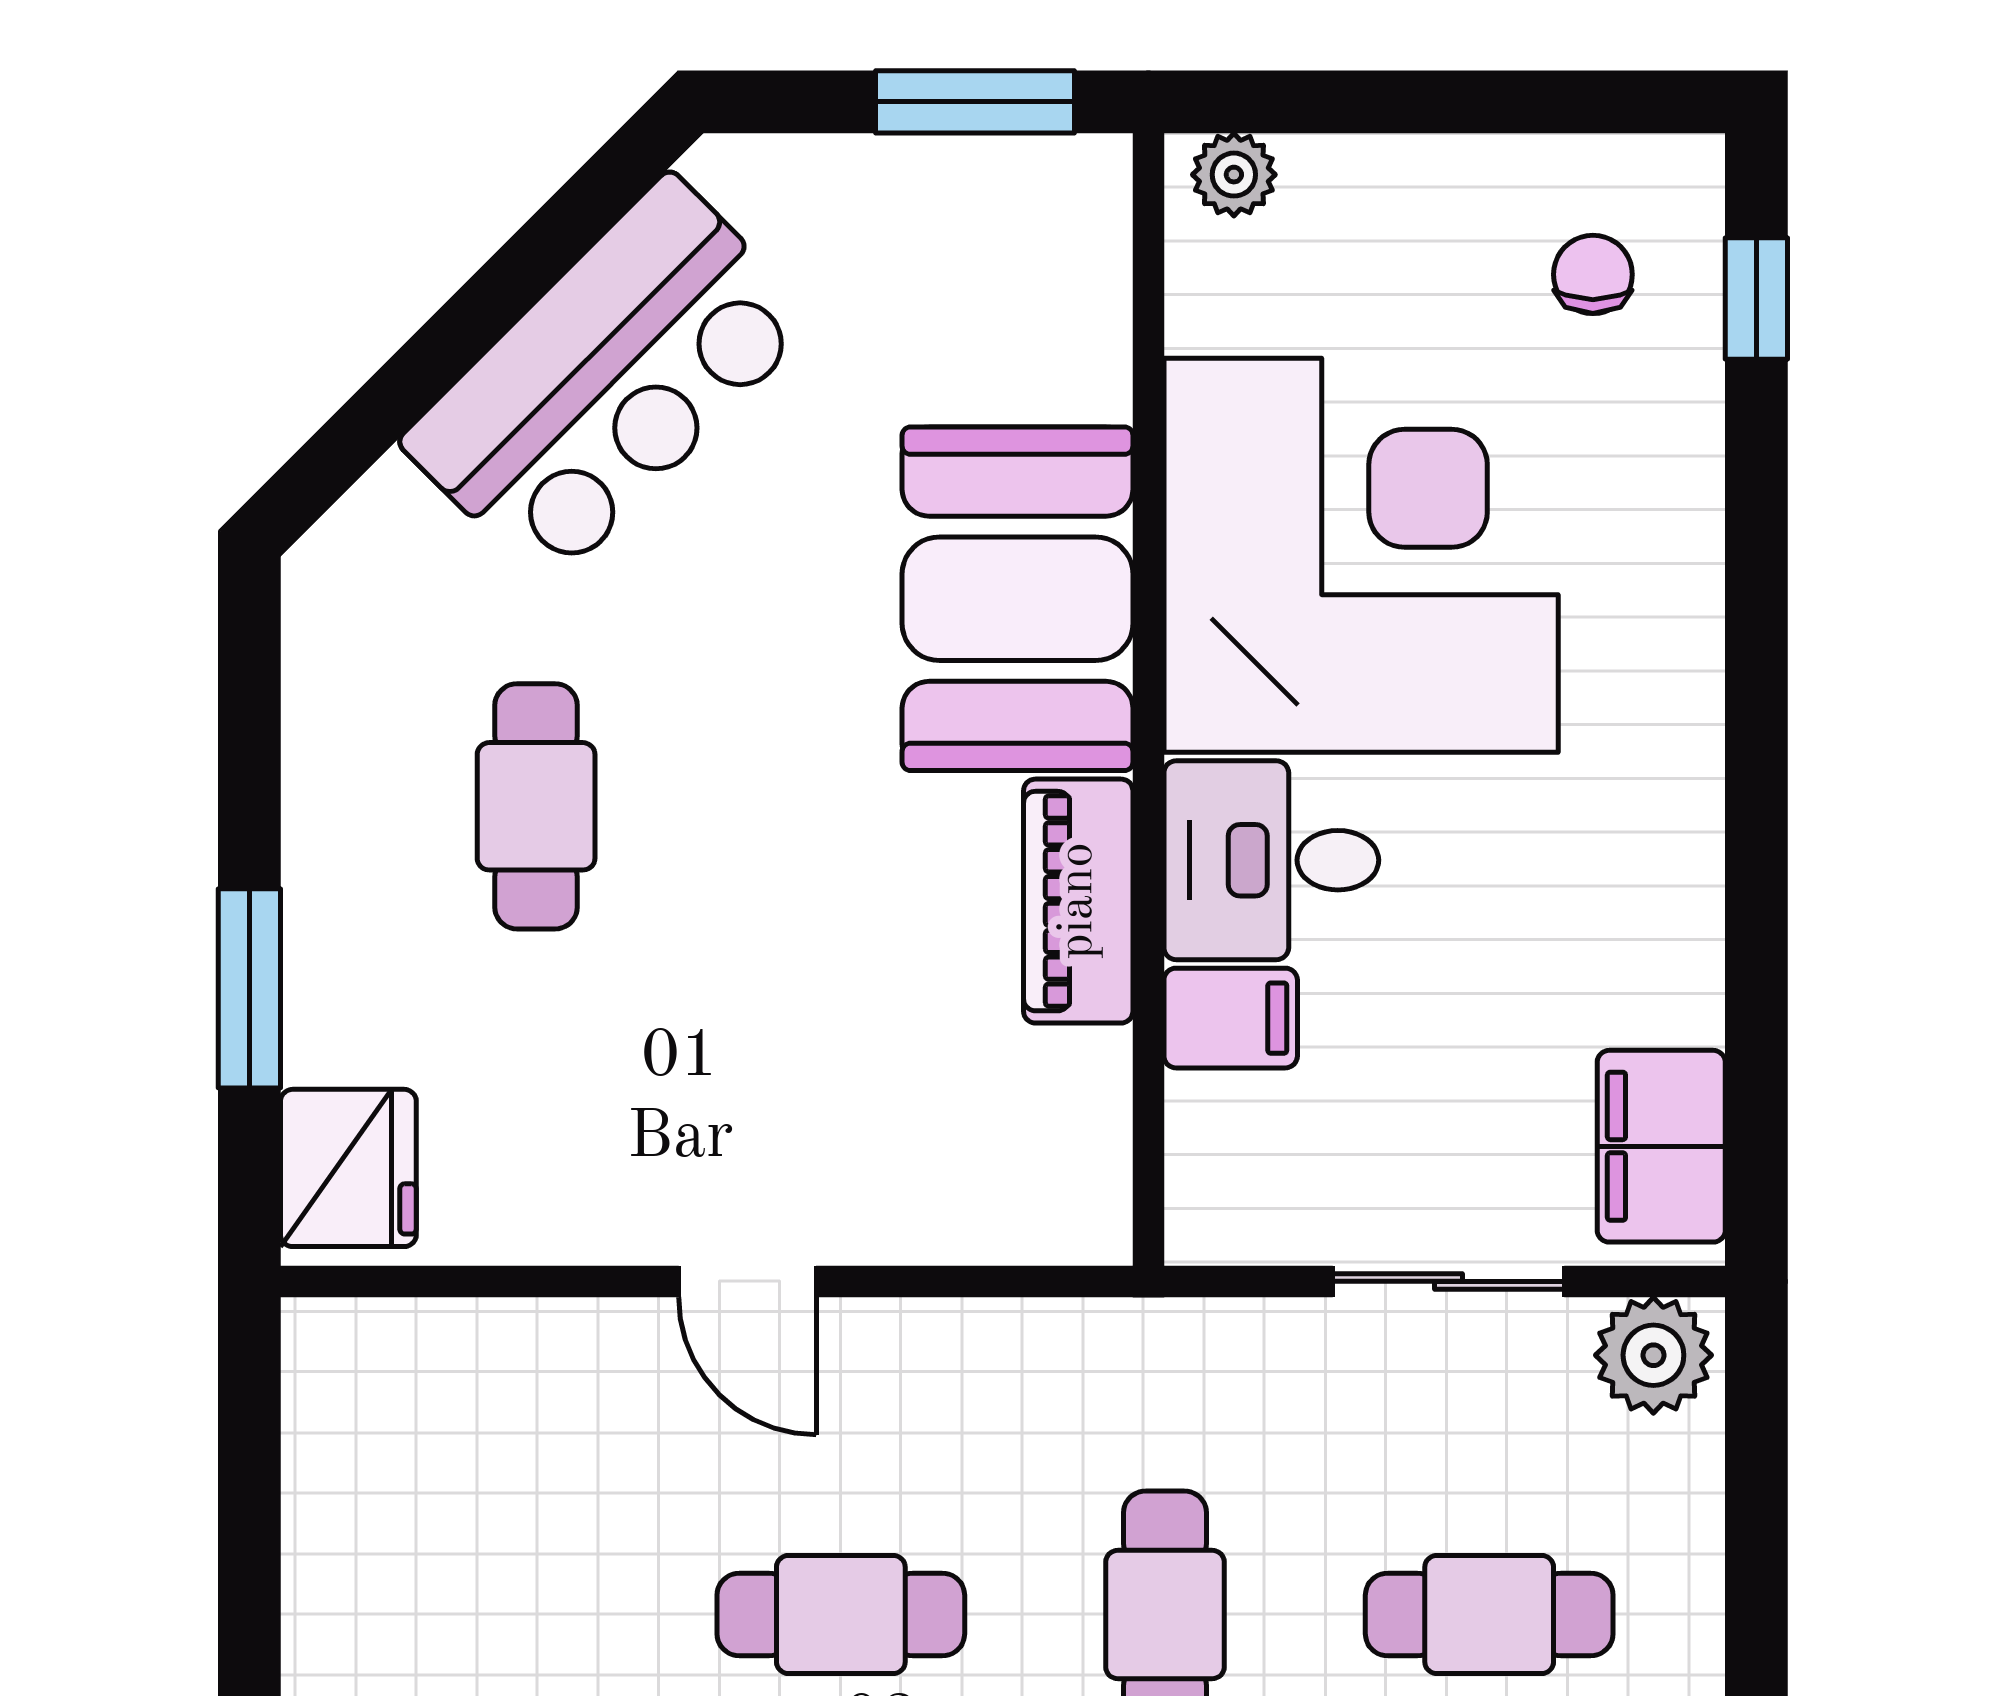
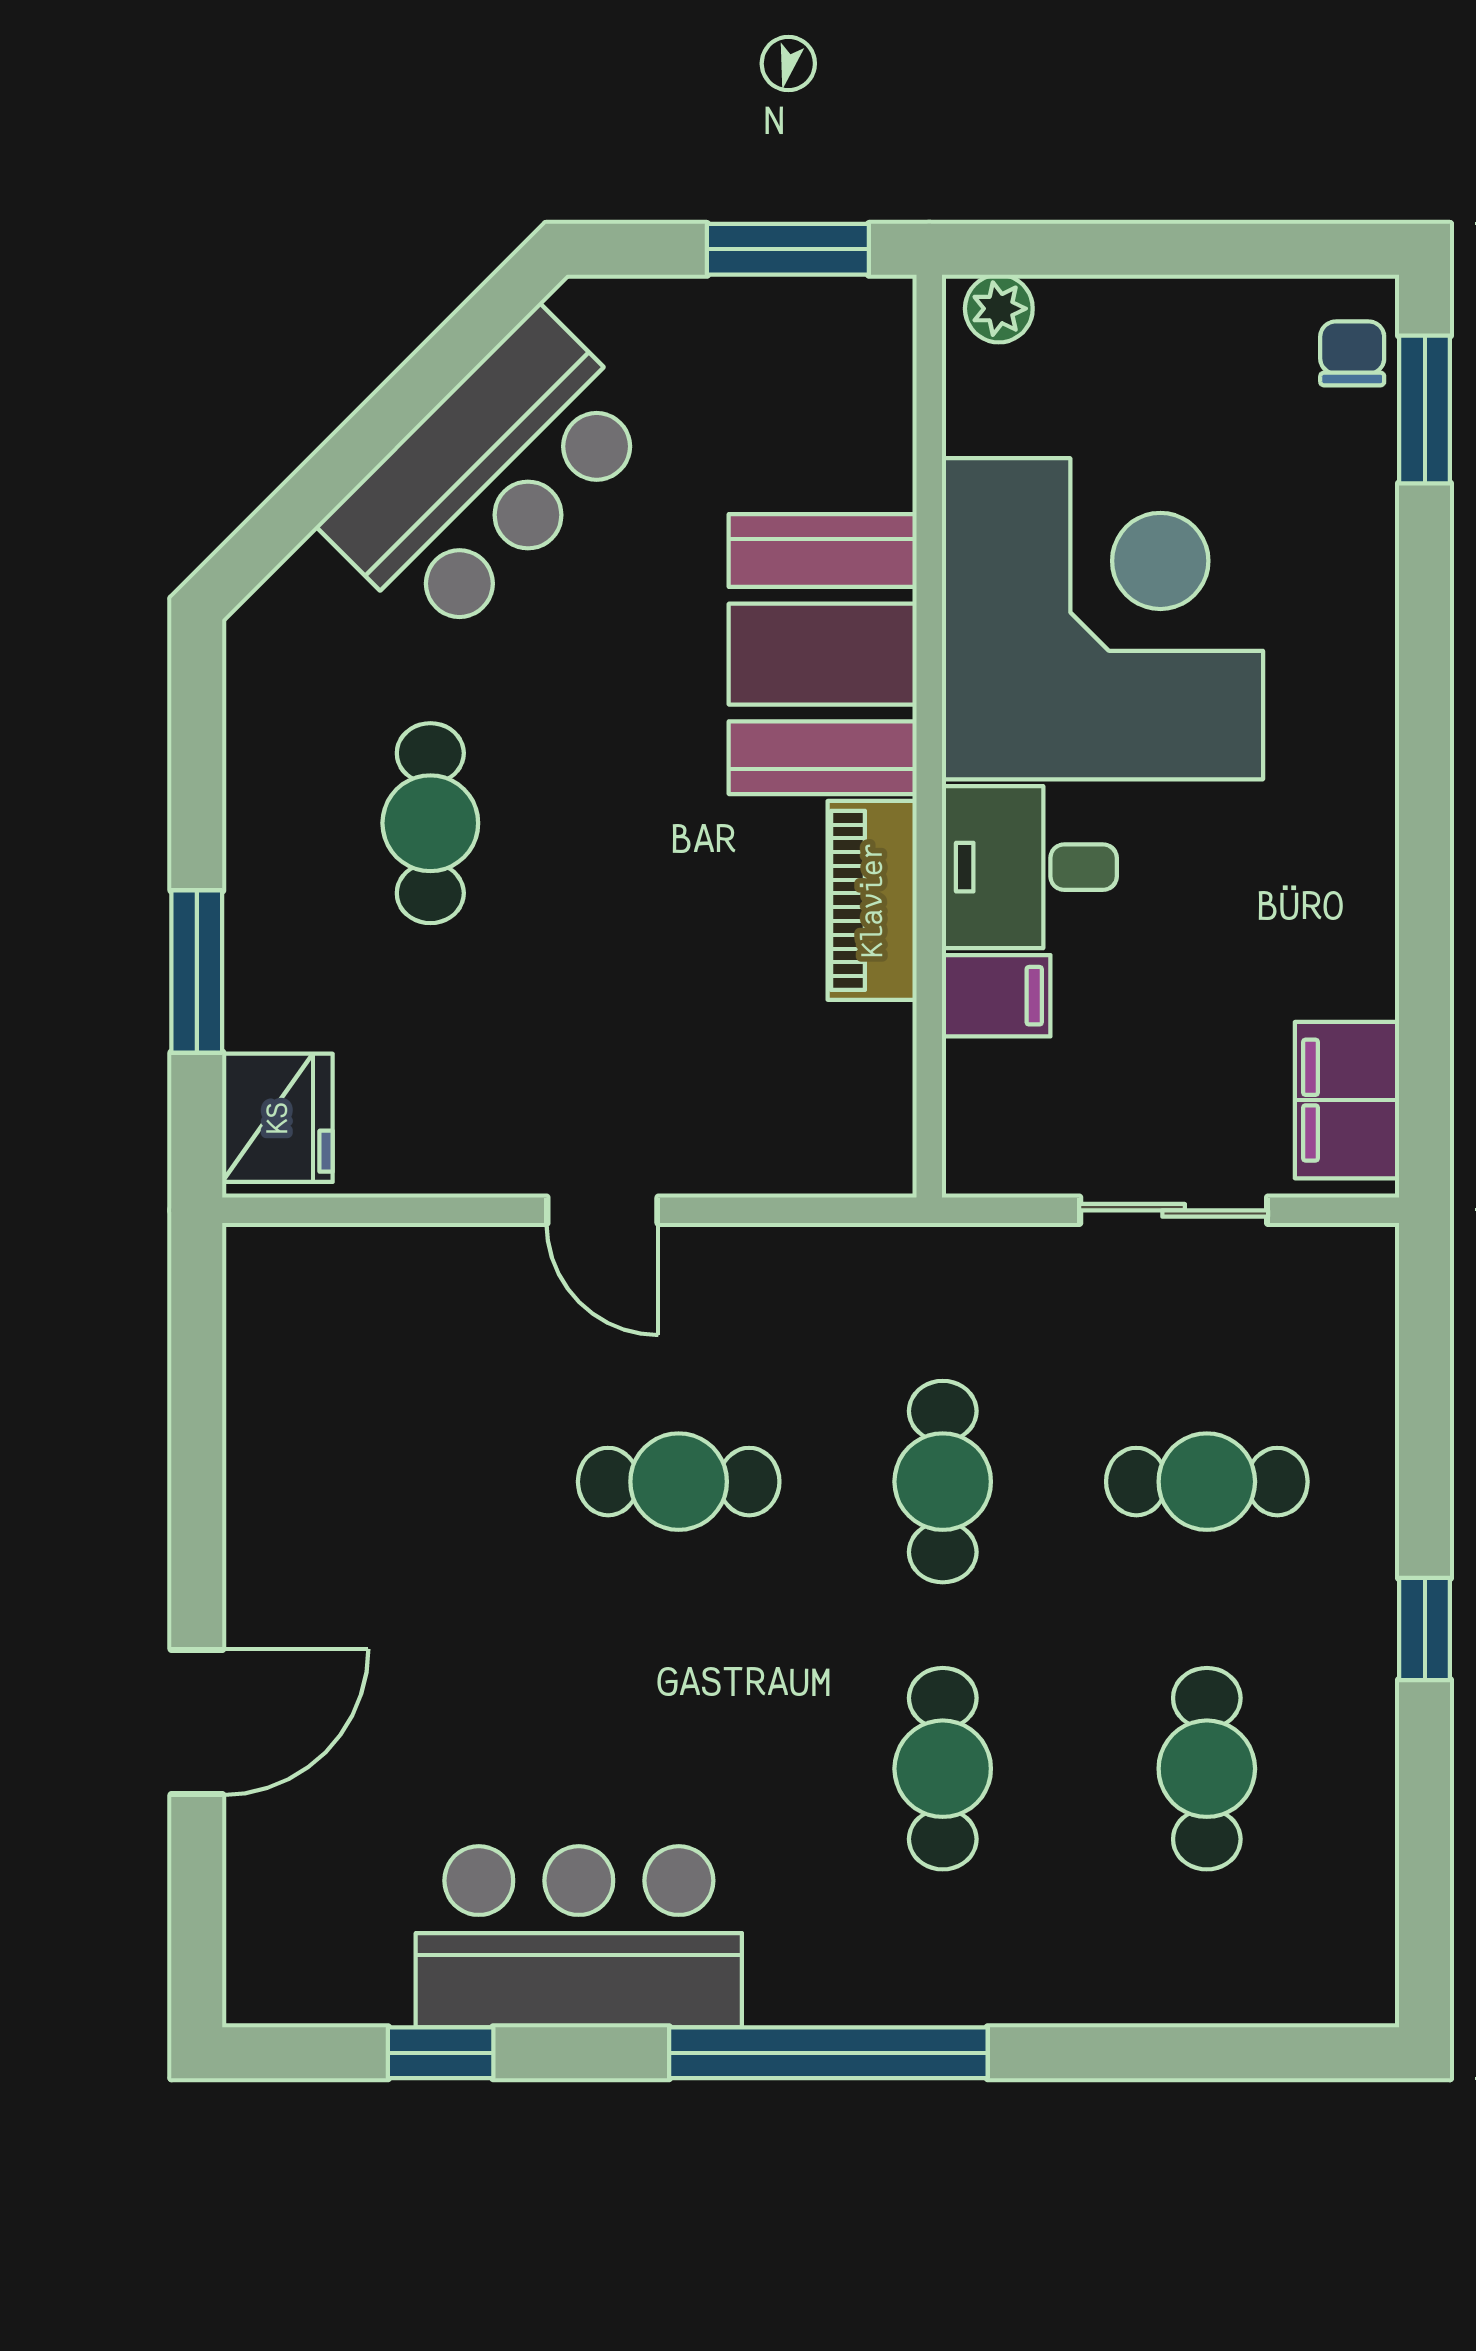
chair: (1593, 274) -> (1352, 353), moved
window: (1756, 299) -> (1425, 410), width x1.50
plant: (1653, 1355) -> (1341, 1270), removed

